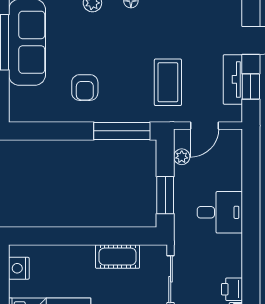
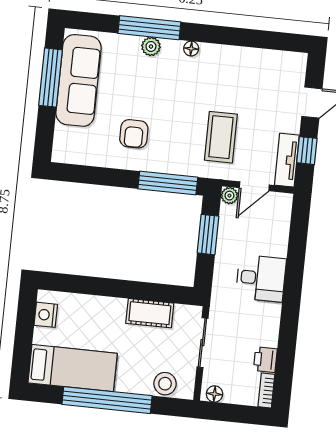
tv unit: (233, 79) -> (287, 160), moved
plant: (182, 157) -> (229, 196), moved
window: (165, 195) -> (208, 235), moved

